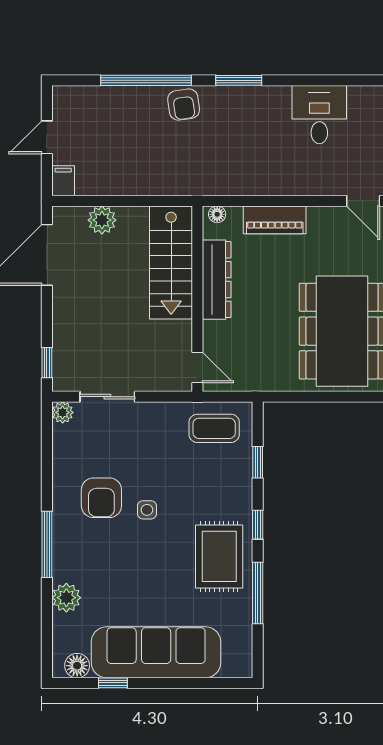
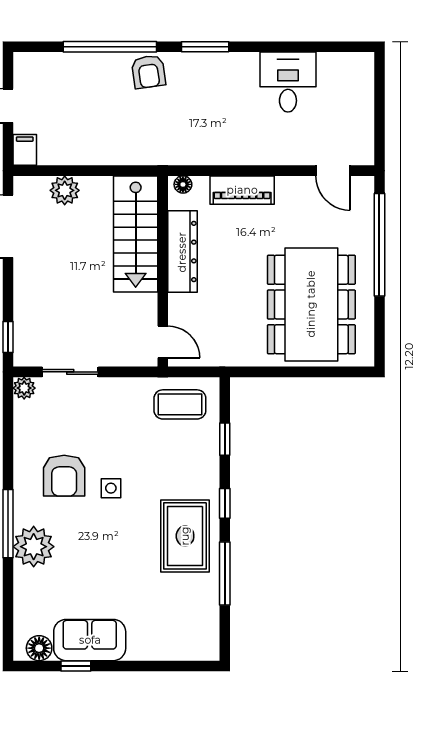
plant: (66, 598) -> (34, 547), moved, width x1.36, depth x1.36
sofa: (156, 652) -> (90, 640), width x0.54, depth x0.79

